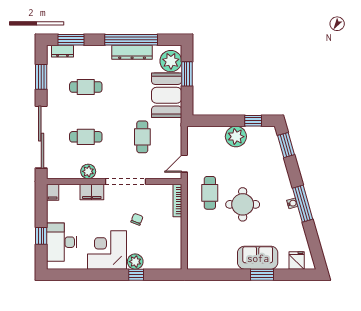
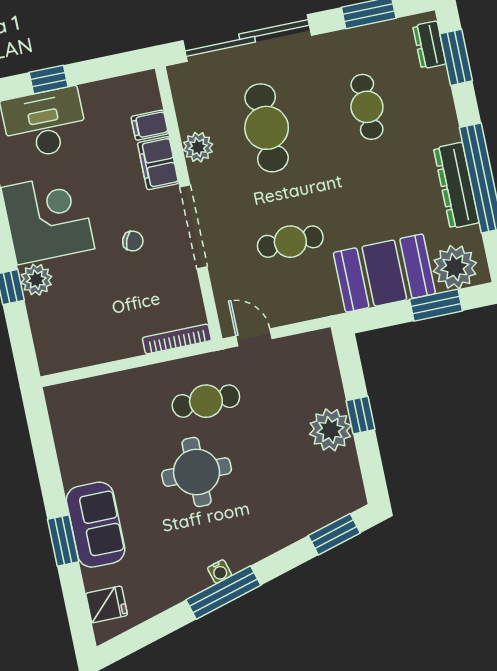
window: (253, 121) -> (361, 415), moved
cafe table: (86, 137) -> (267, 128), width x1.37, depth x1.35
filing cabinet: (53, 192) -> (150, 125), moved
chair: (137, 219) -> (133, 241), moved

